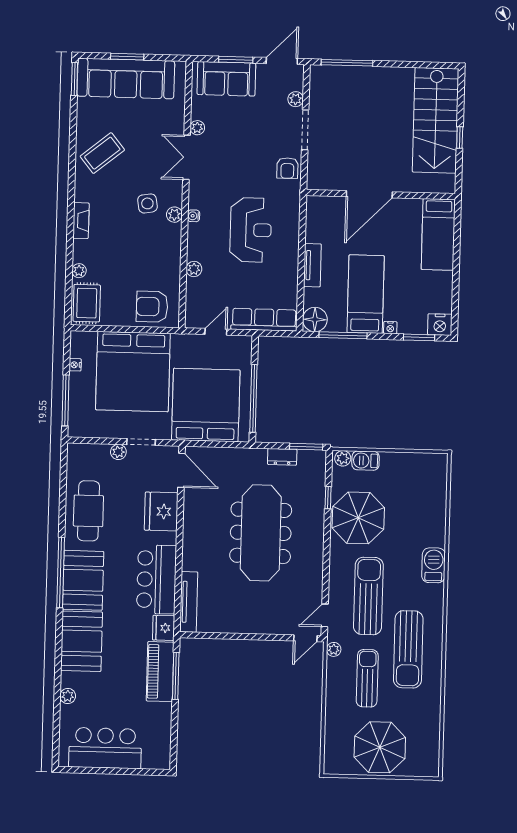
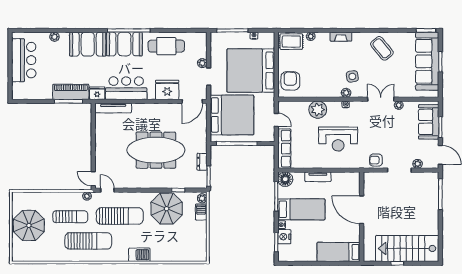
plant: (194, 269) -> (318, 110), width x1.87, depth x1.87
nightstand: (440, 325) -> (284, 237), moved
sun lounger: (408, 649) -> (88, 241), turned 180

